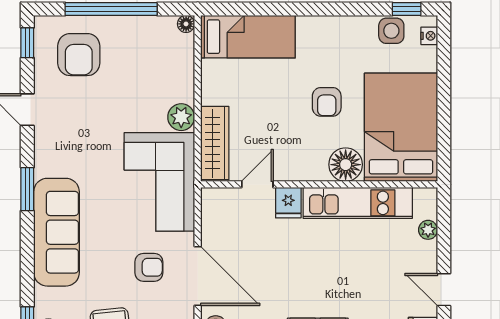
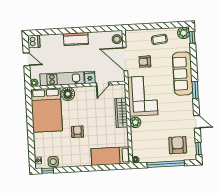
bed: (401, 127) -> (46, 110), moved
floor lamp: (346, 165) -> (68, 94), moved
door: (257, 184) -> (103, 84), moved
wall: (319, 184) -> (78, 85), moved
fridge: (288, 203) -> (90, 77), moved
kitchen unit: (358, 203) -> (62, 79), moved

